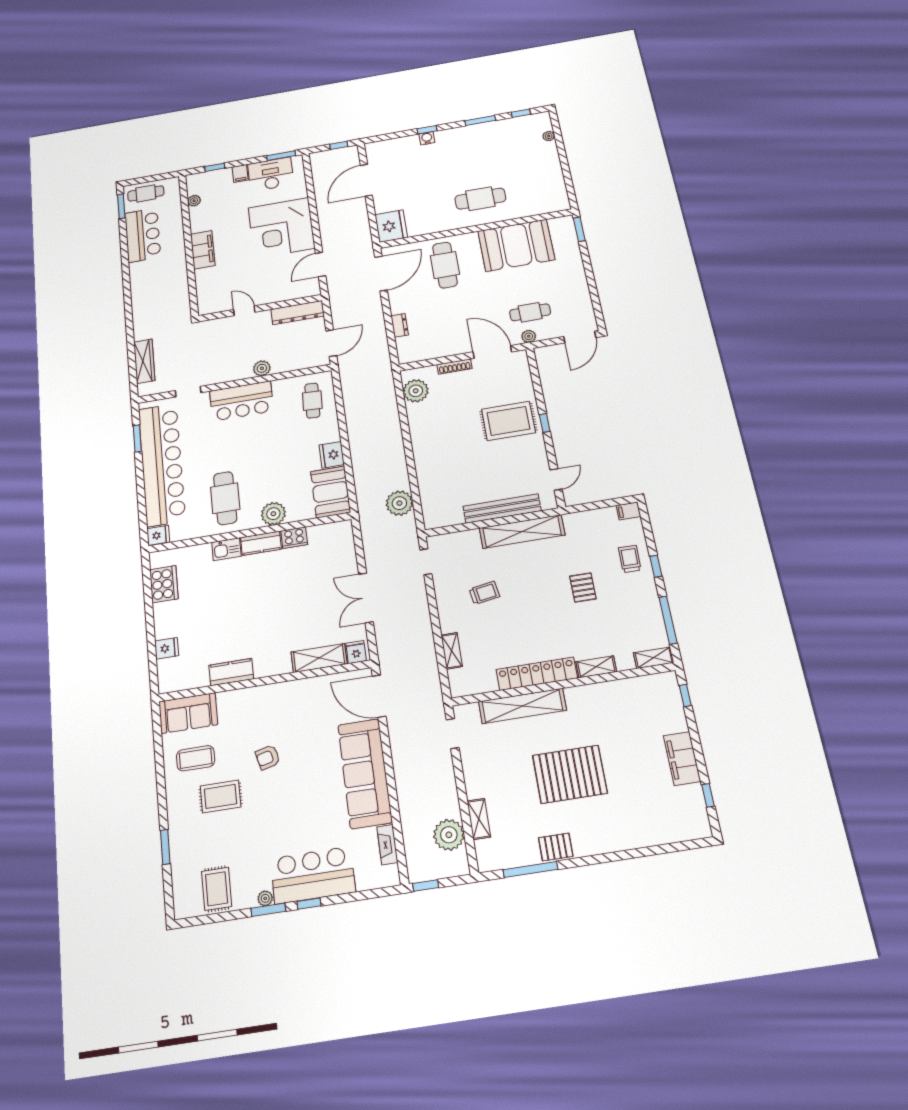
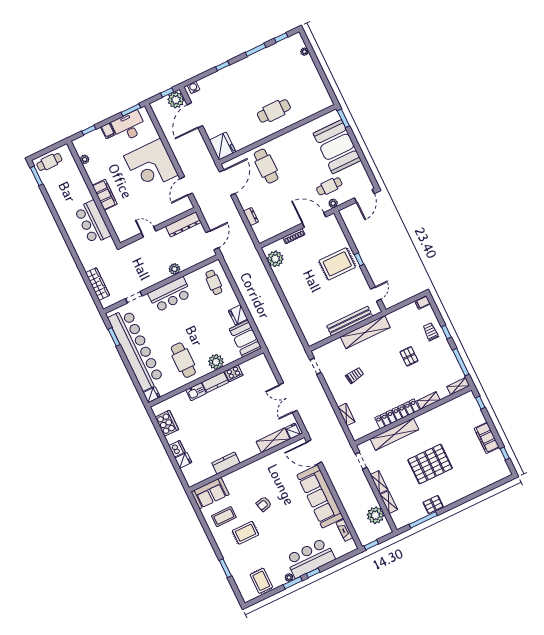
water cooler: (427, 138) -> (194, 87), moved
bar counter: (143, 235) -> (93, 222), moved, turned 180
booth: (516, 245) -> (337, 147), moved, turned 90
plant: (399, 503) -> (176, 100), moved
dishwasher: (164, 628) -> (177, 449), added
shelving: (472, 779) -> (379, 482), added

